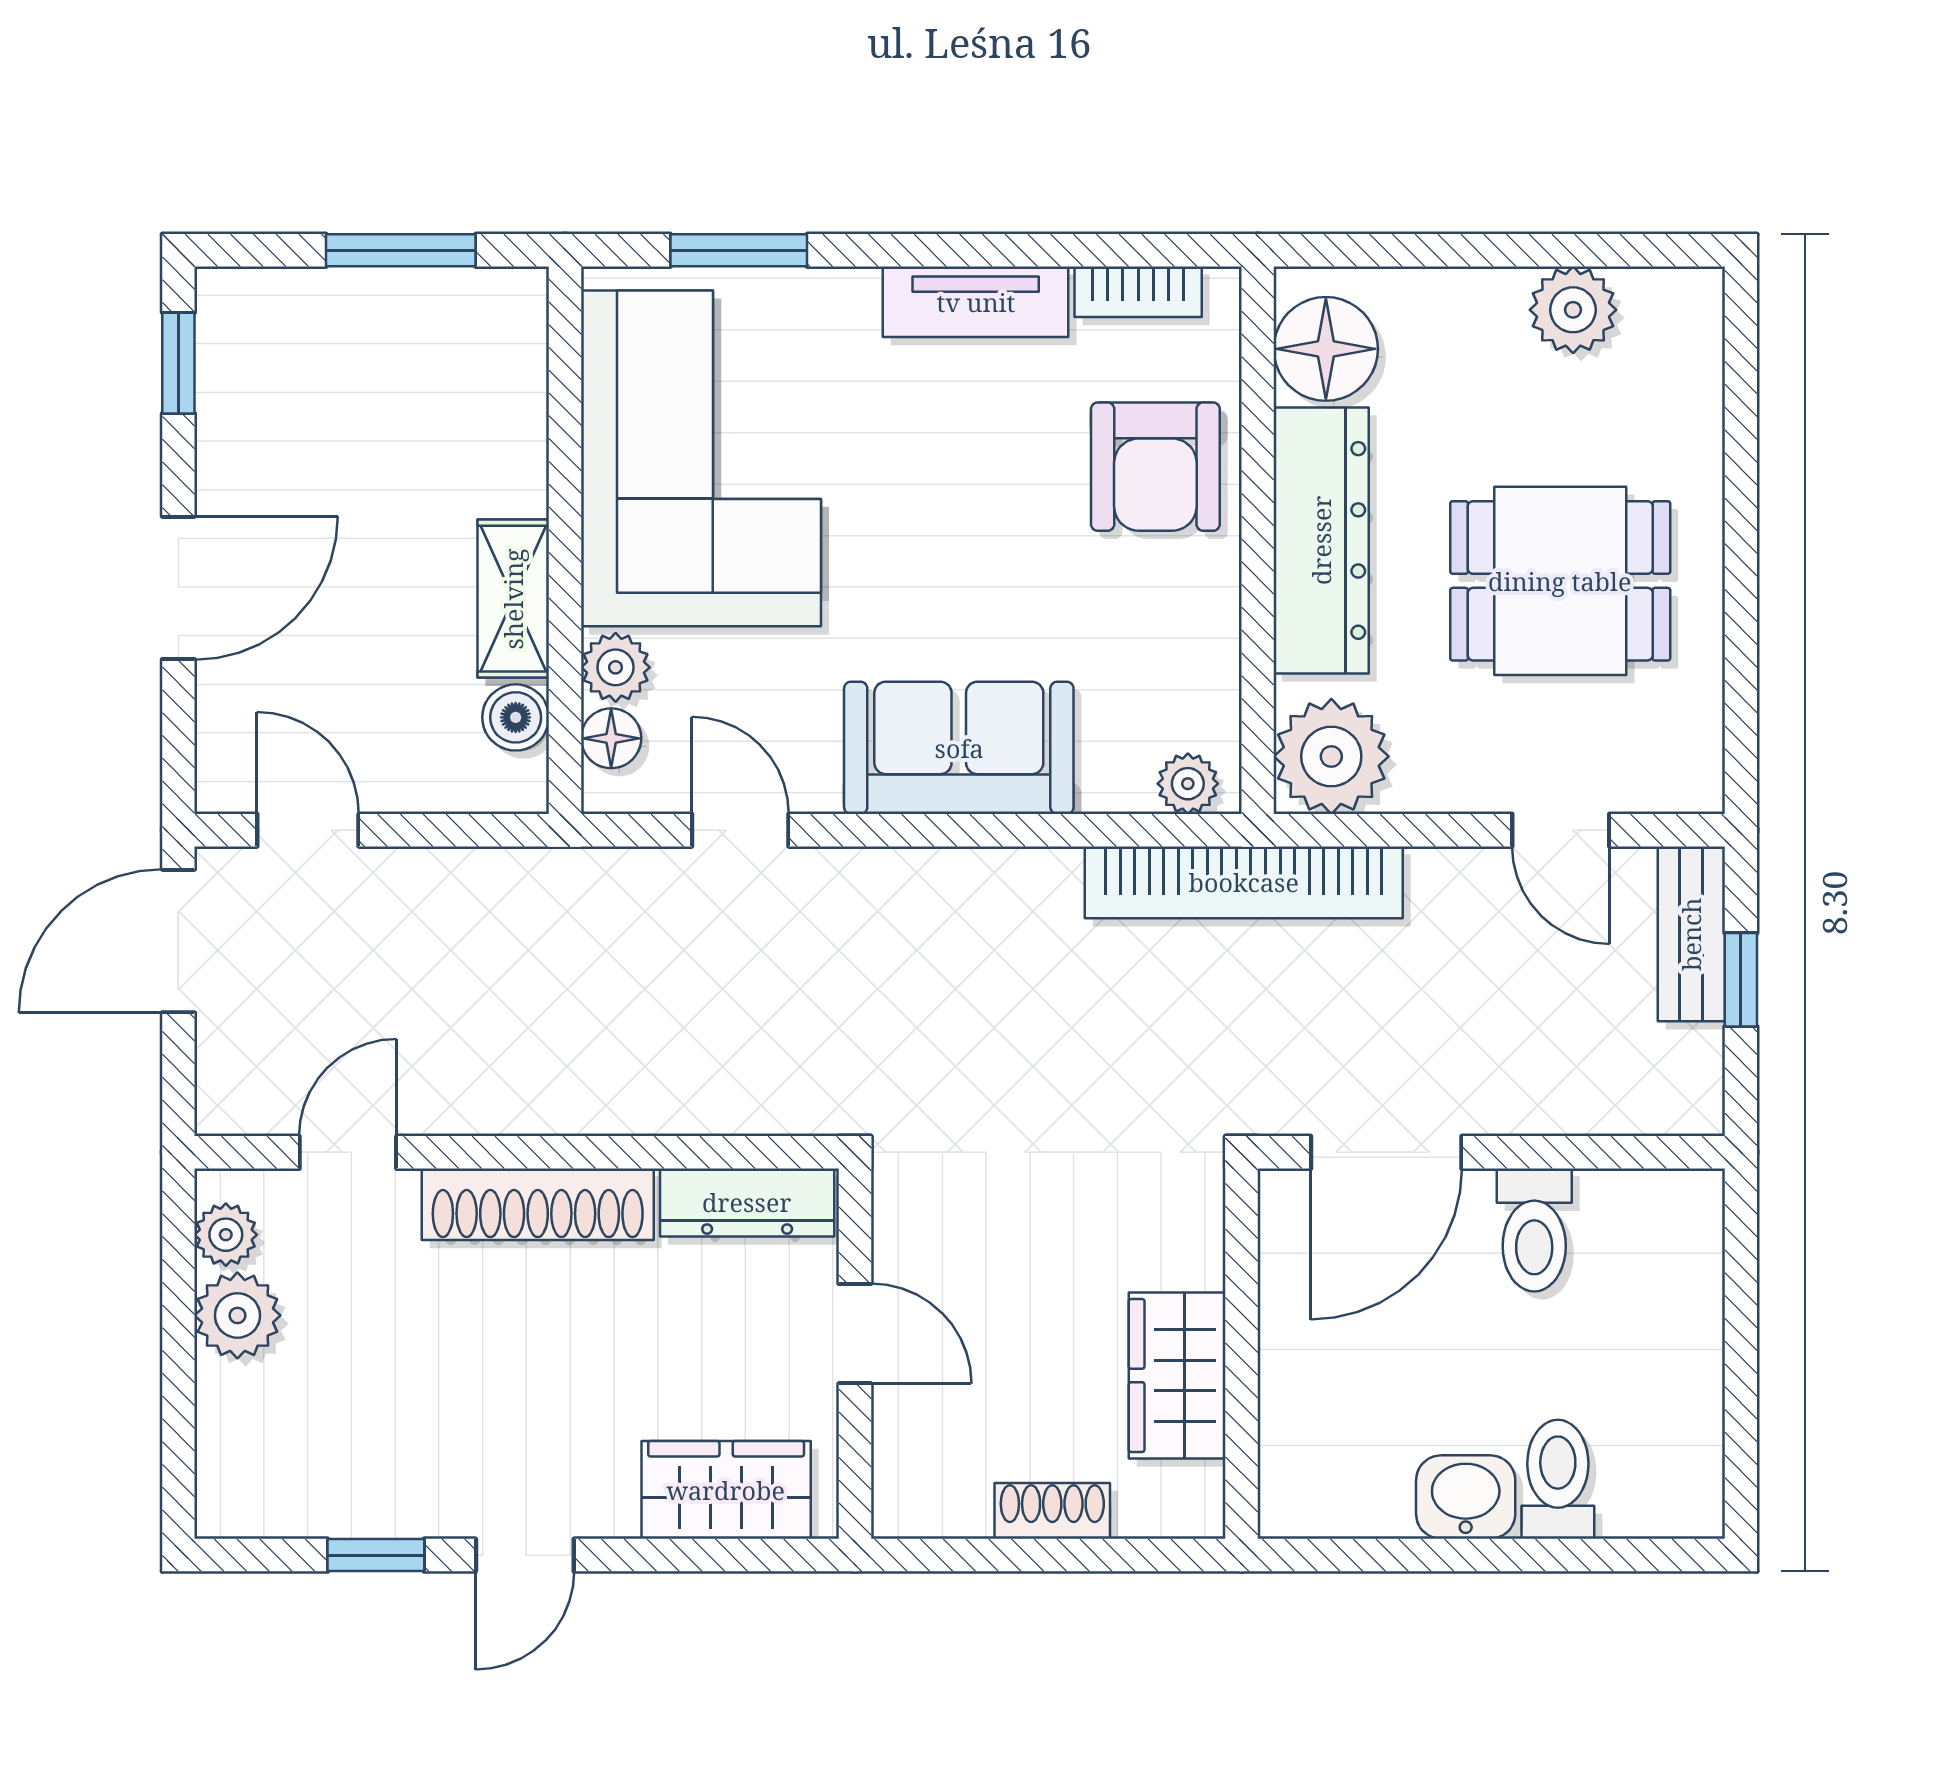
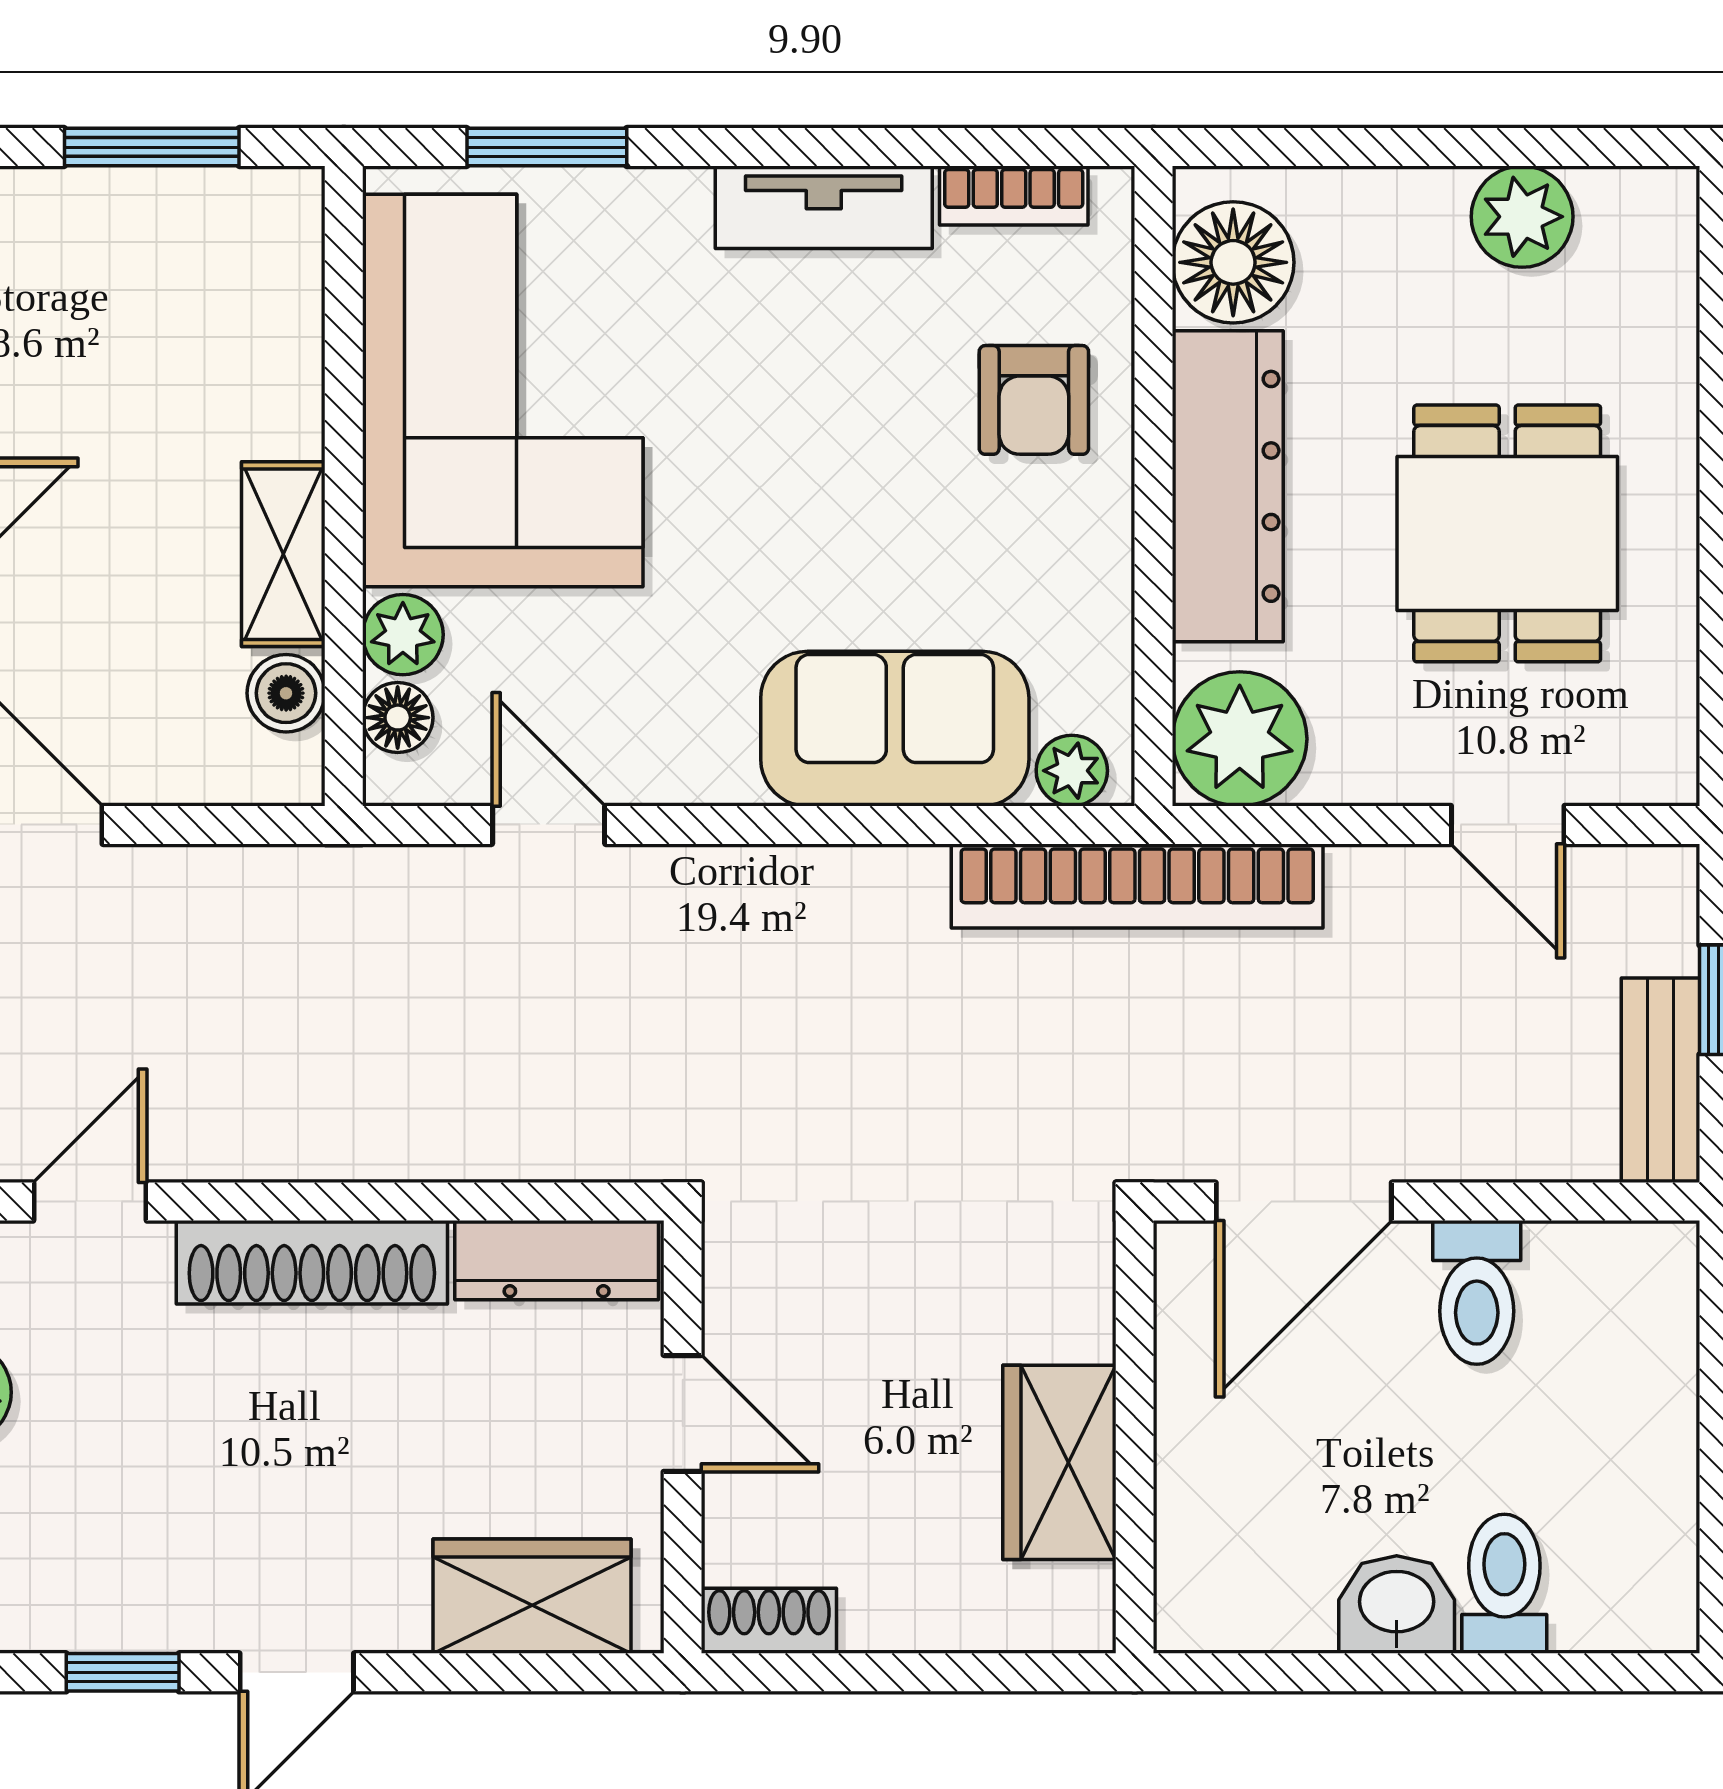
armchair: (1155, 467) -> (1034, 400), width x0.72, depth x0.72
dining table: (1560, 581) -> (1507, 533), turned 90
sofa: (959, 748) -> (895, 729), moved
bench: (1691, 934) -> (1660, 1080), moved
shoe rack: (1052, 1511) -> (769, 1621), moved

